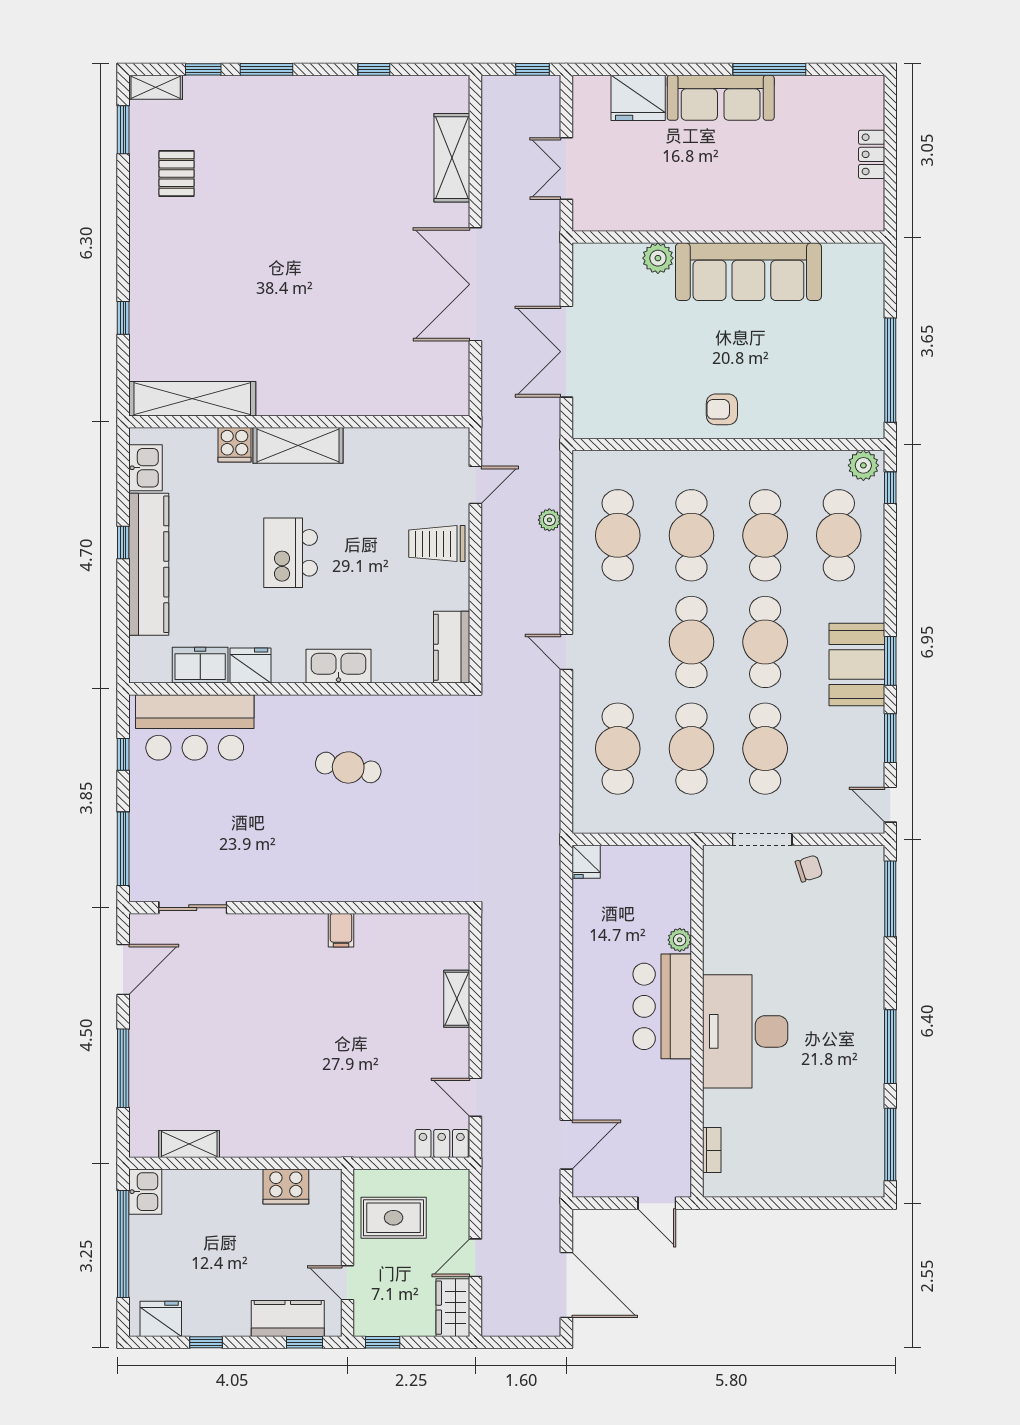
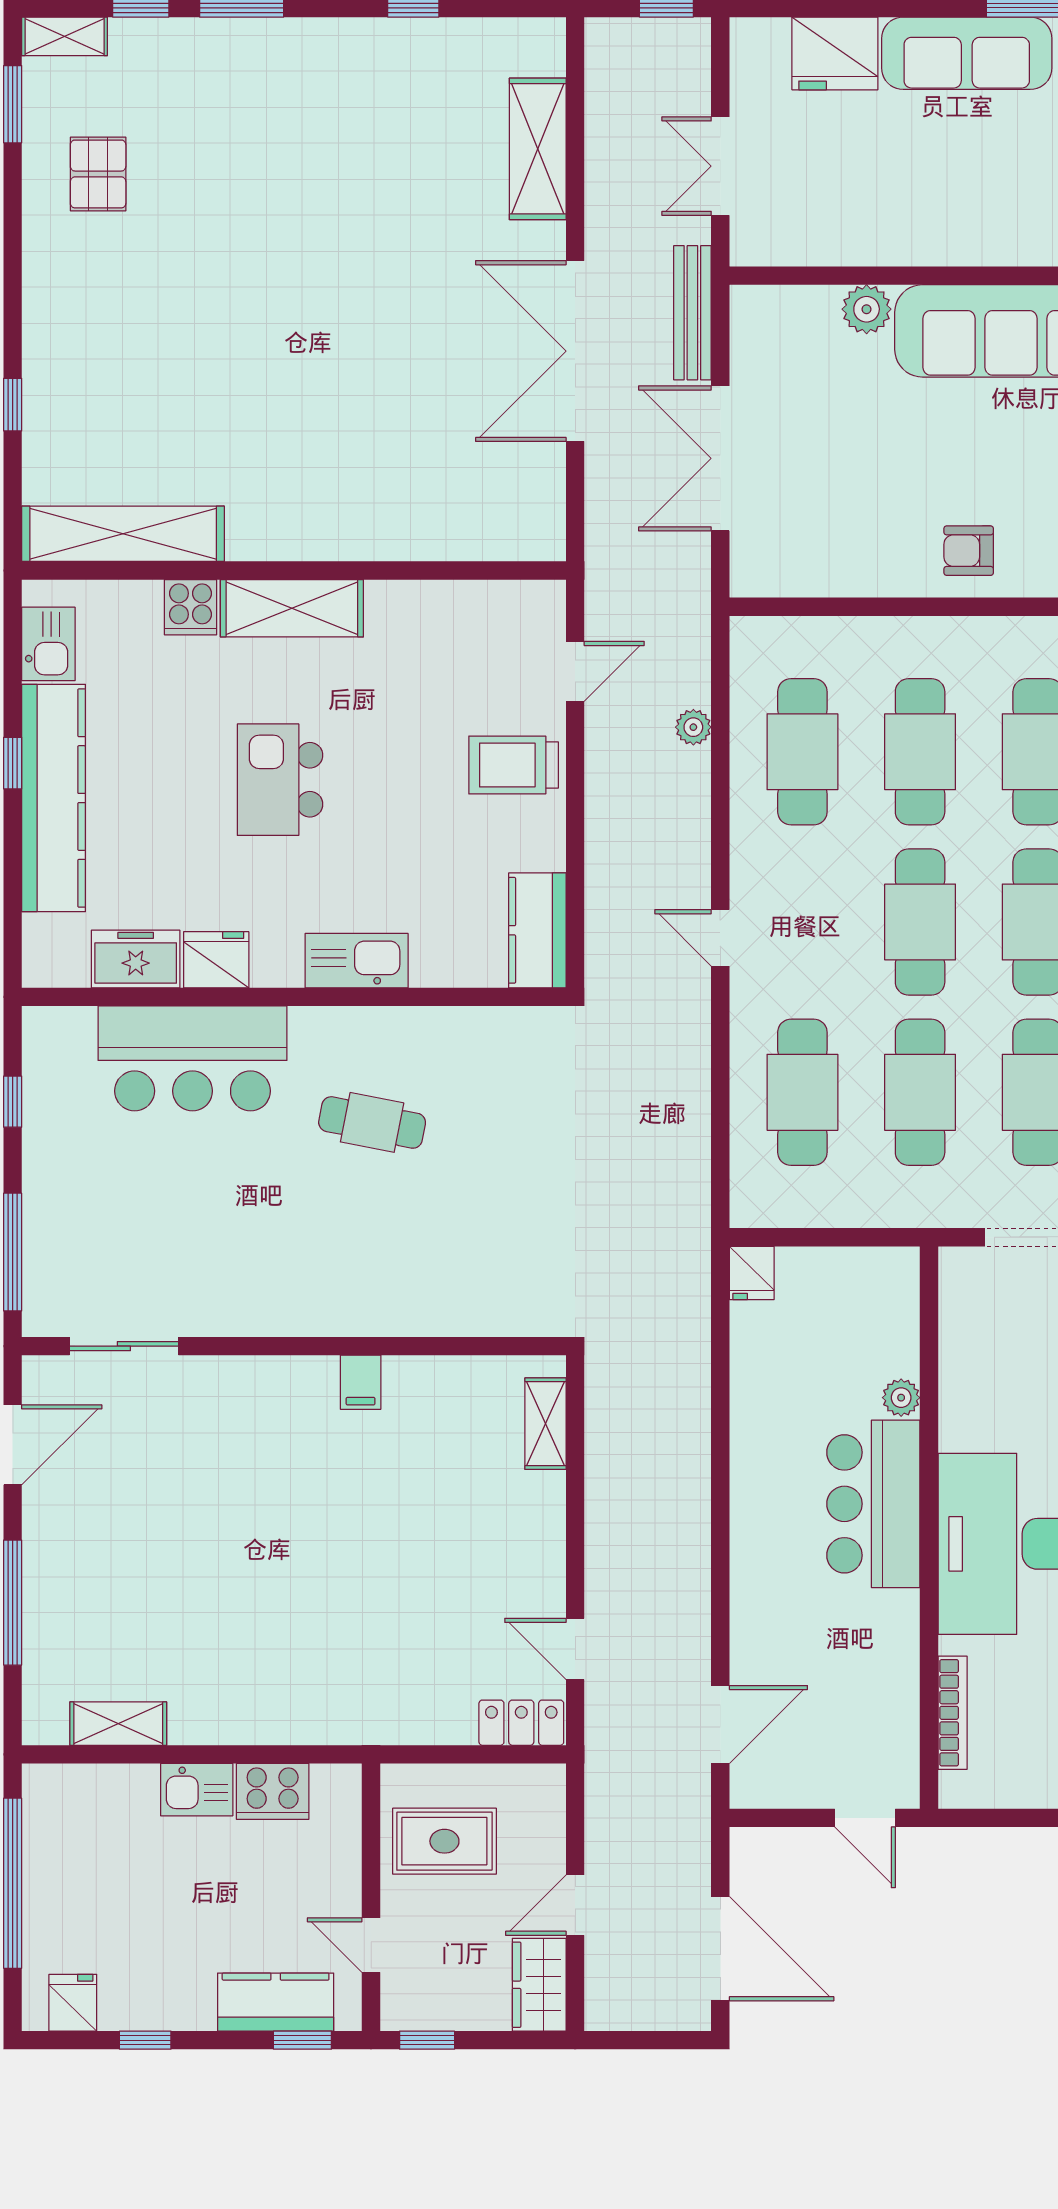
bench: (549, 260) -> (692, 313), added
bar counter: (195, 727) -> (193, 1058), moved
shelving: (457, 999) -> (546, 1424), moved
bookcase: (712, 1150) -> (953, 1713), width x1.56
kitchen sink: (145, 1192) -> (197, 1790), moved, turned 90
fridge: (161, 1319) -> (73, 2003), width x0.72

